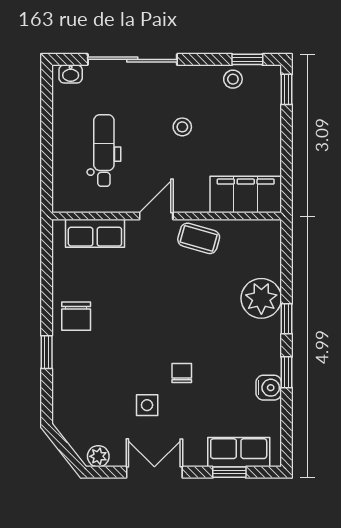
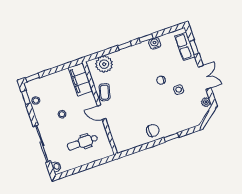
row of seats: (95, 233) -> (117, 135), removed
plant: (261, 298) -> (104, 64), moved
double door: (154, 472) -> (205, 77), swing flipped

